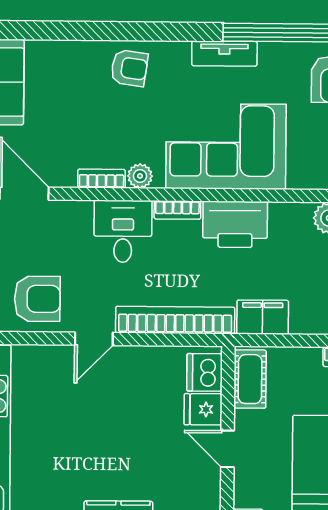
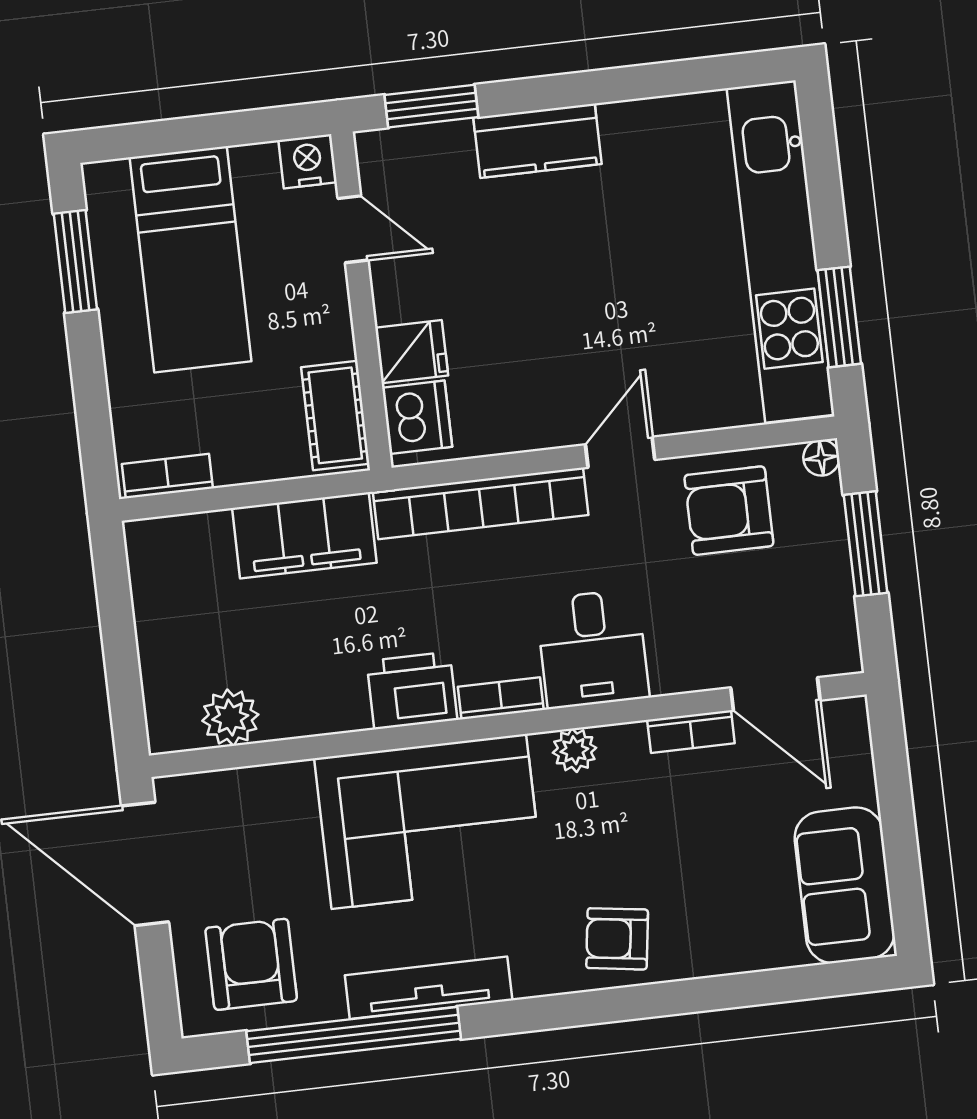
tv unit: (224, 54) -> (429, 988), width x1.41
bookcase: (102, 179) -> (691, 732), moved
printer: (235, 224) -> (412, 690), width x0.73, depth x0.84
filing cabinet: (263, 317) -> (304, 535), width x1.50, depth x1.17
door: (227, 449) -> (353, 229), moved

